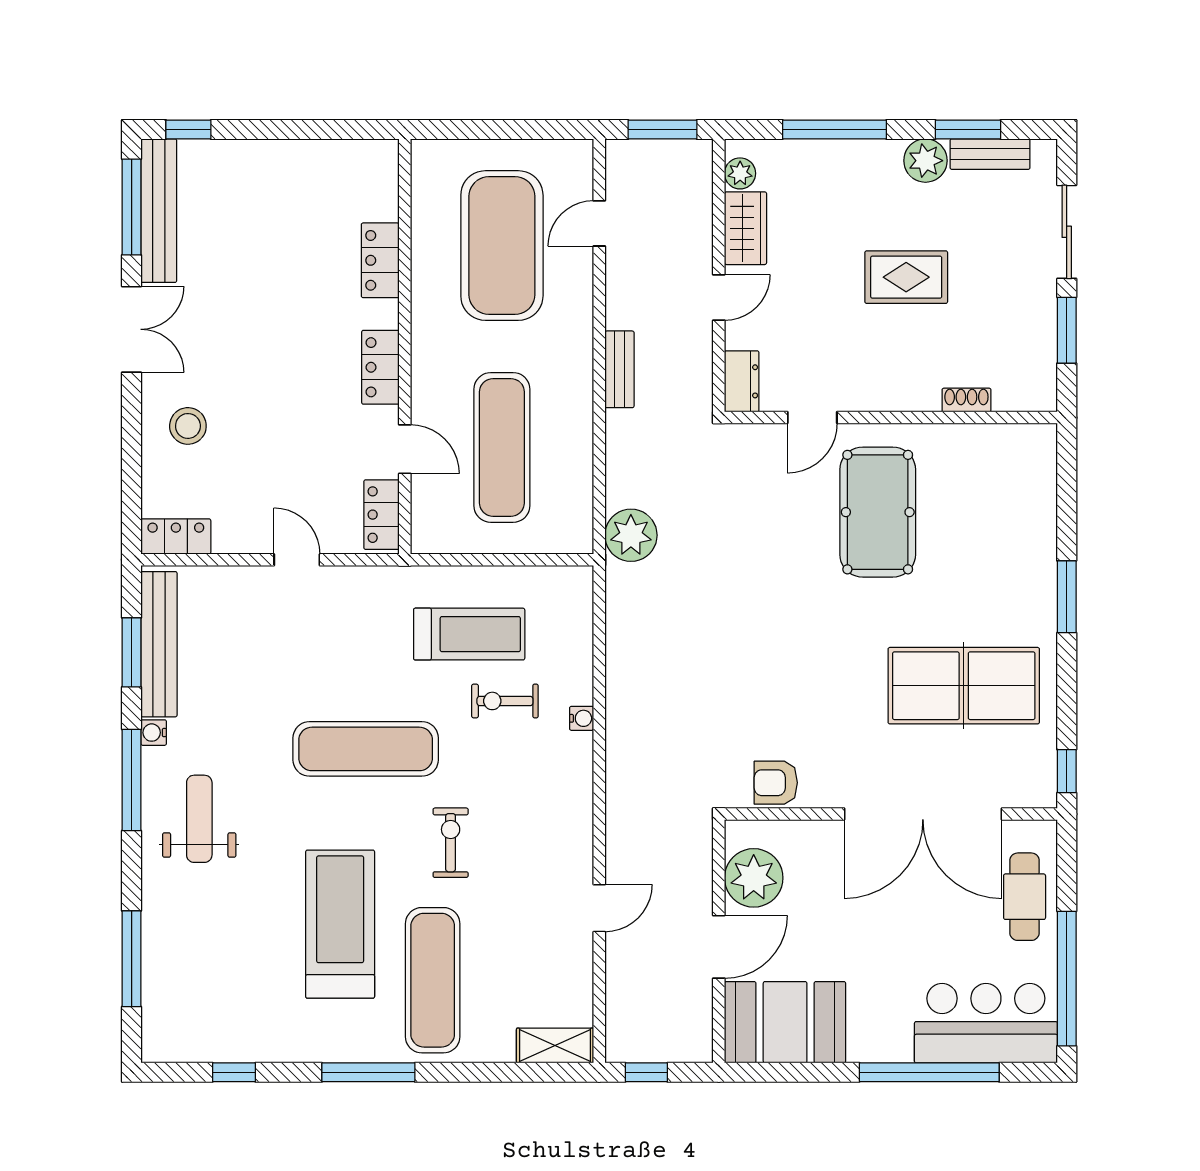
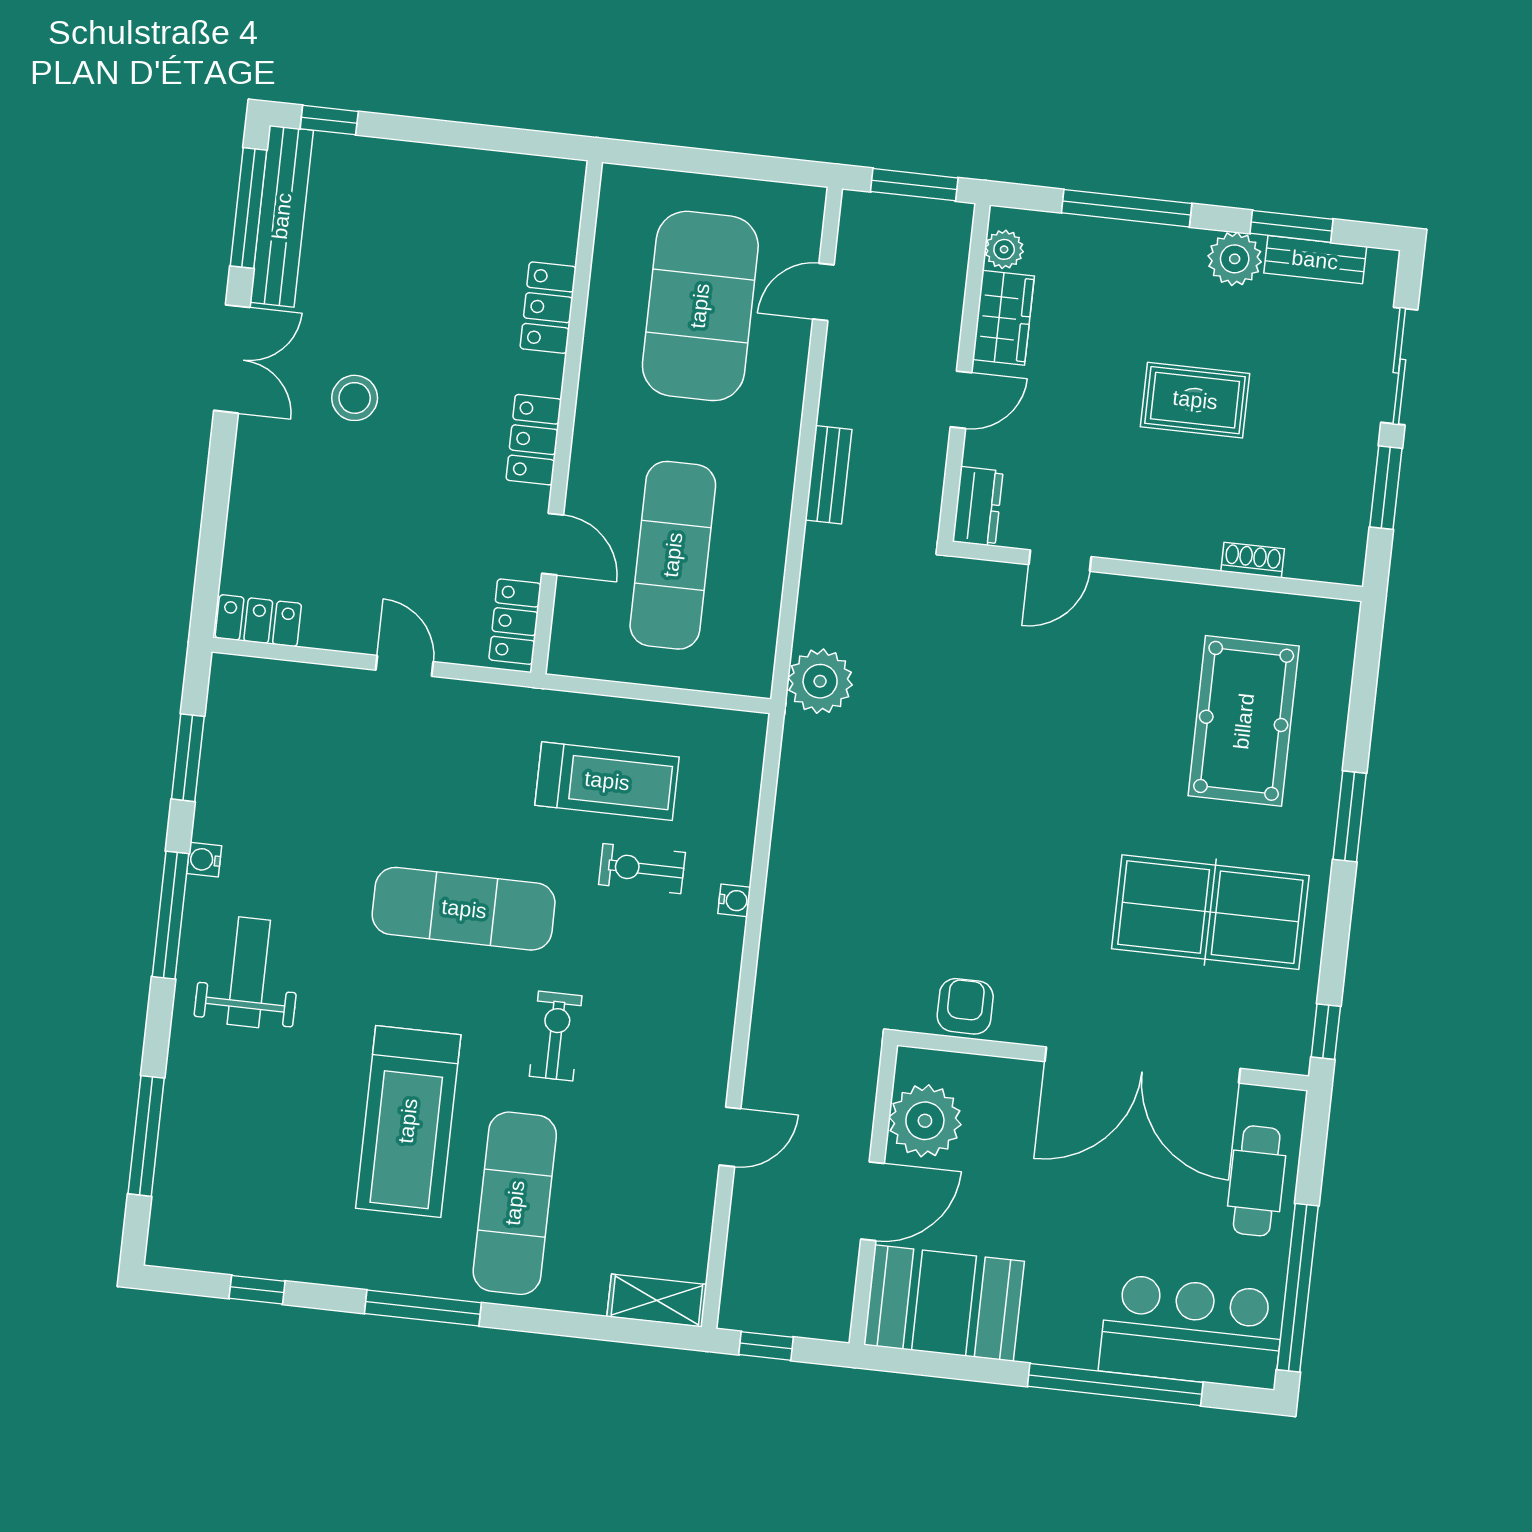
stool: (188, 426) -> (355, 398), moved
pool table: (878, 512) -> (1244, 721), moved
bench: (159, 644) -> (223, 751), removed
armchair: (776, 783) -> (965, 1006), turned 90
treadmill: (340, 924) -> (408, 1121), turned 180

